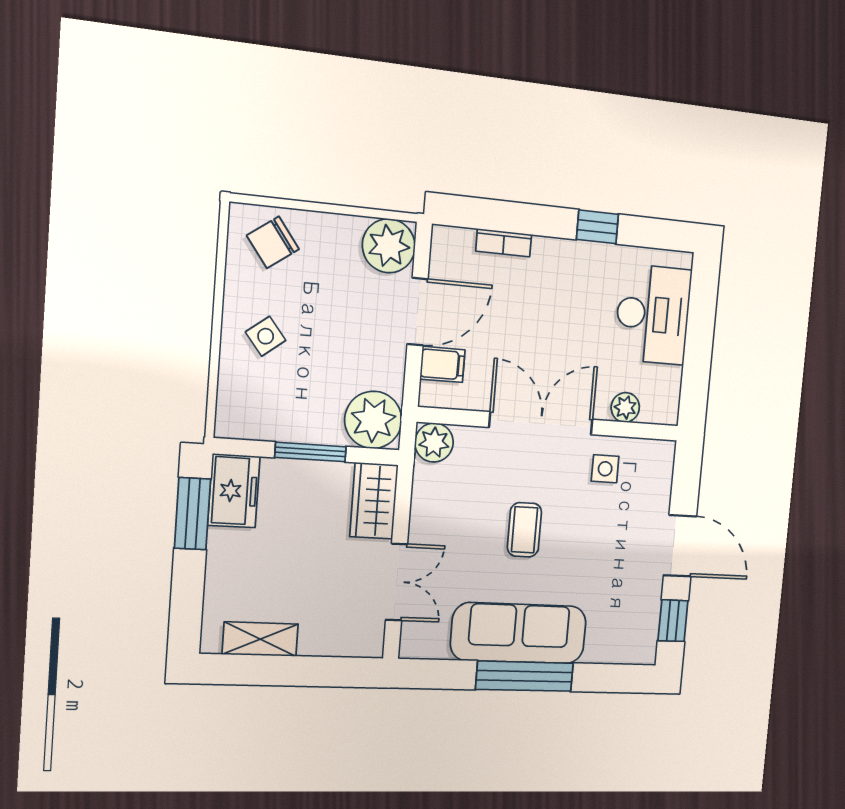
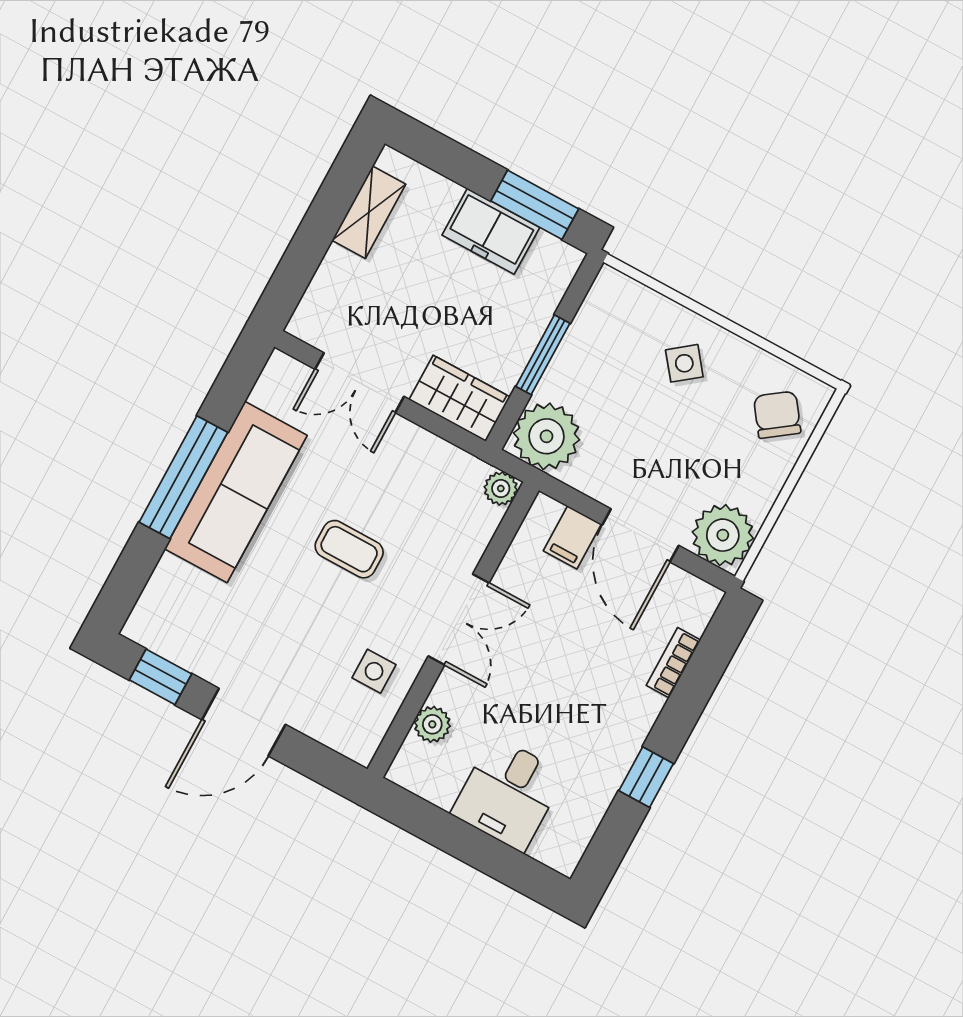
desk: (653, 314) -> (508, 794), width x0.73
double door: (541, 423) -> (459, 620), width x0.73
plant: (434, 443) -> (501, 489), width x0.73, depth x0.73
freezer: (234, 491) -> (491, 231), moved

